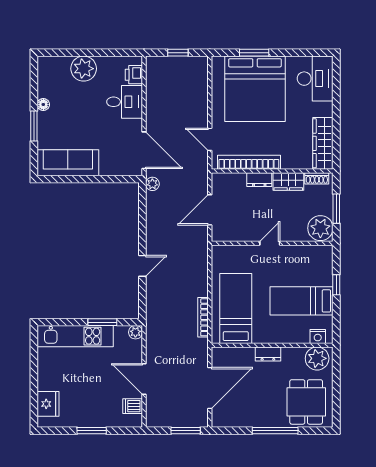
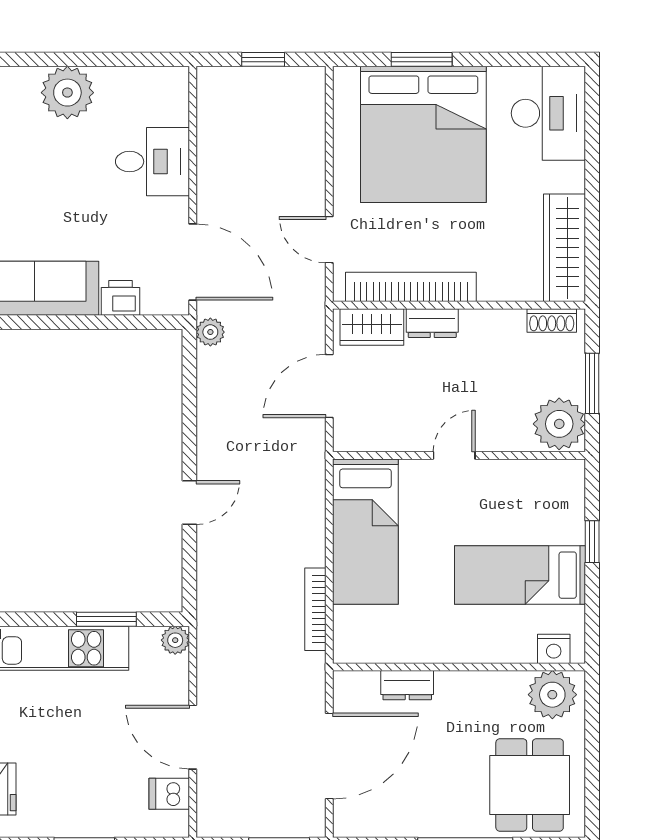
printer: (134, 75) -> (120, 298), moved, turned 90
wardrobe: (288, 181) -> (372, 327), moved
bed: (236, 308) -> (365, 532), moved, turned 180
dresser: (268, 354) -> (407, 685), moved

